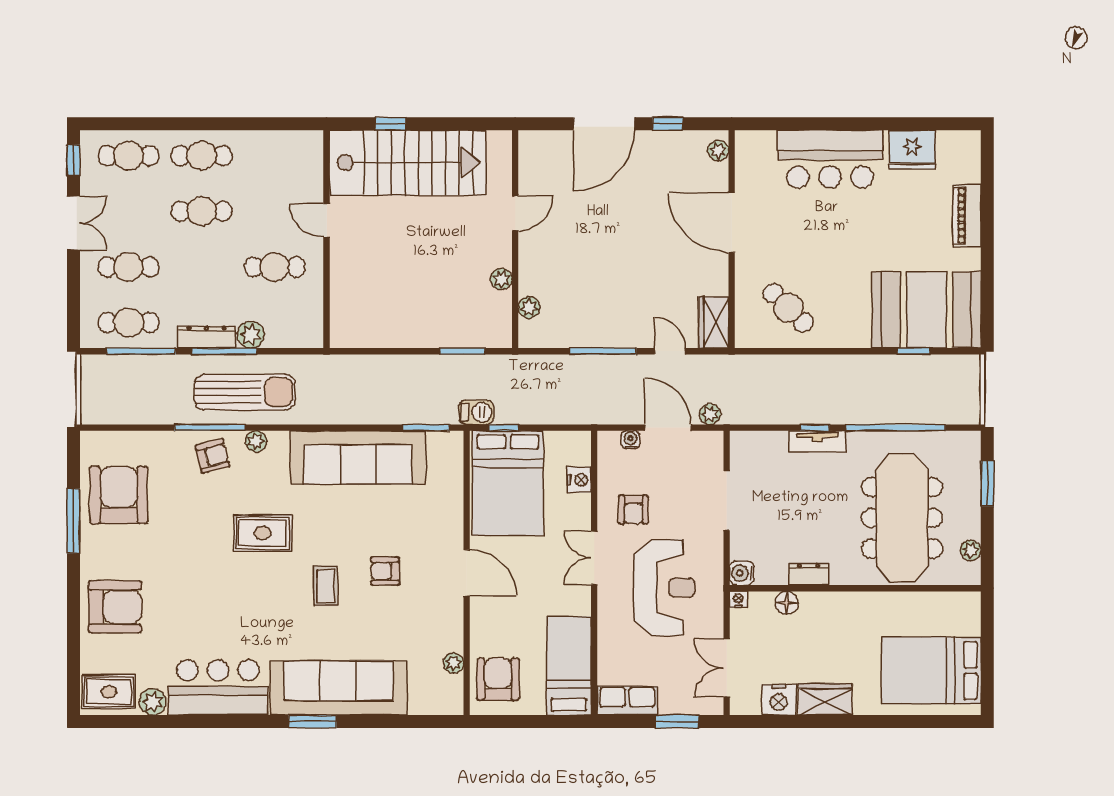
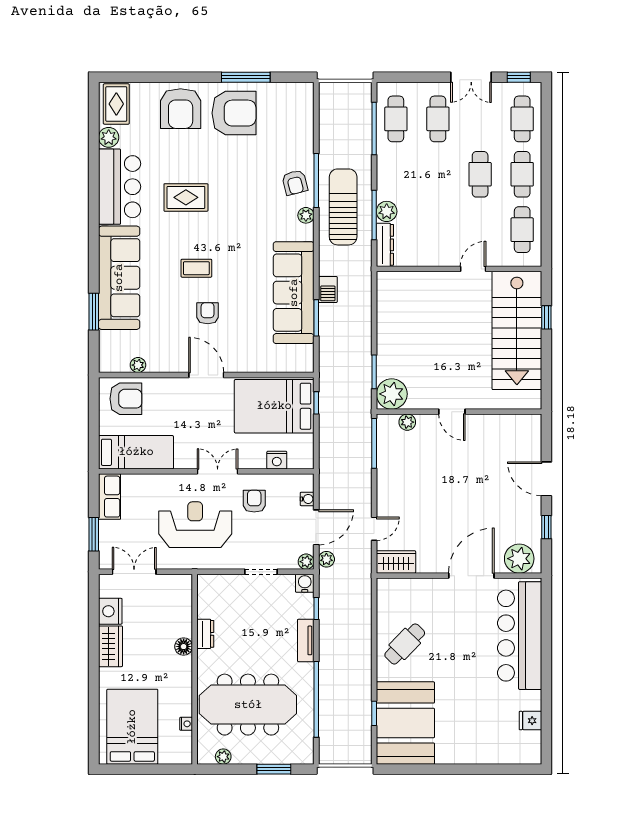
door: (604, 124) -> (546, 479), width x0.73
plant: (718, 150) -> (519, 559), width x1.88, depth x1.88
fridge: (912, 150) -> (530, 721), width x0.53, depth x0.75
bar counter: (830, 159) -> (520, 636), width x1.36
door: (515, 213) -> (452, 412), moved
piano: (967, 216) -> (477, 754), removed
cafe table: (275, 267) -> (522, 230), moved
plant: (501, 279) -> (392, 394), moved, width x1.88, depth x1.88
cafe table: (788, 308) -> (405, 644), moved
dresser: (207, 337) -> (385, 245), moved
window: (224, 351) -> (374, 215), moved
window: (603, 351) -> (374, 443), moved
sun lounger: (245, 392) -> (343, 207), turned 180
barbecue: (476, 412) -> (328, 289), moved
window: (426, 428) -> (316, 318), moved
window: (815, 428) -> (316, 609), moved
plant: (713, 441) -> (306, 562), added
armchair: (119, 495) -> (234, 113), moved
doorway: (727, 501) -> (261, 572), width x0.73
armchair: (633, 510) -> (254, 501), turned 90
rug: (263, 533) -> (186, 197), moved, turned 90
door: (467, 573) -> (206, 375), swing flipped
water cooler: (742, 573) -> (305, 583), moved
reception desk: (664, 588) -> (195, 525), turned 180
nightstand: (738, 600) -> (186, 724), moved
floor lamp: (787, 603) -> (184, 647), moved
window: (313, 721) -> (94, 312), moved

